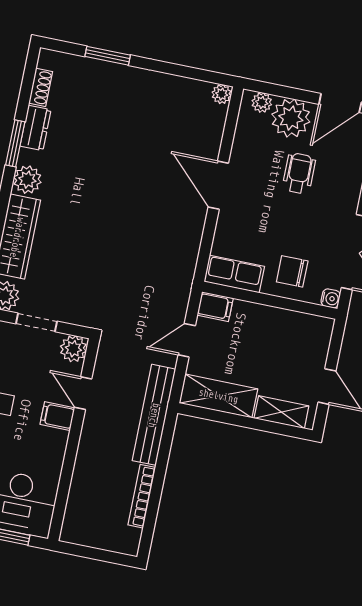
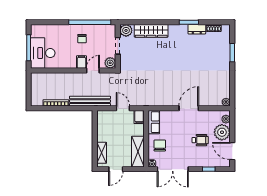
plant: (27, 180) -> (175, 30), removed
shelving: (218, 396) -> (138, 152), moved

